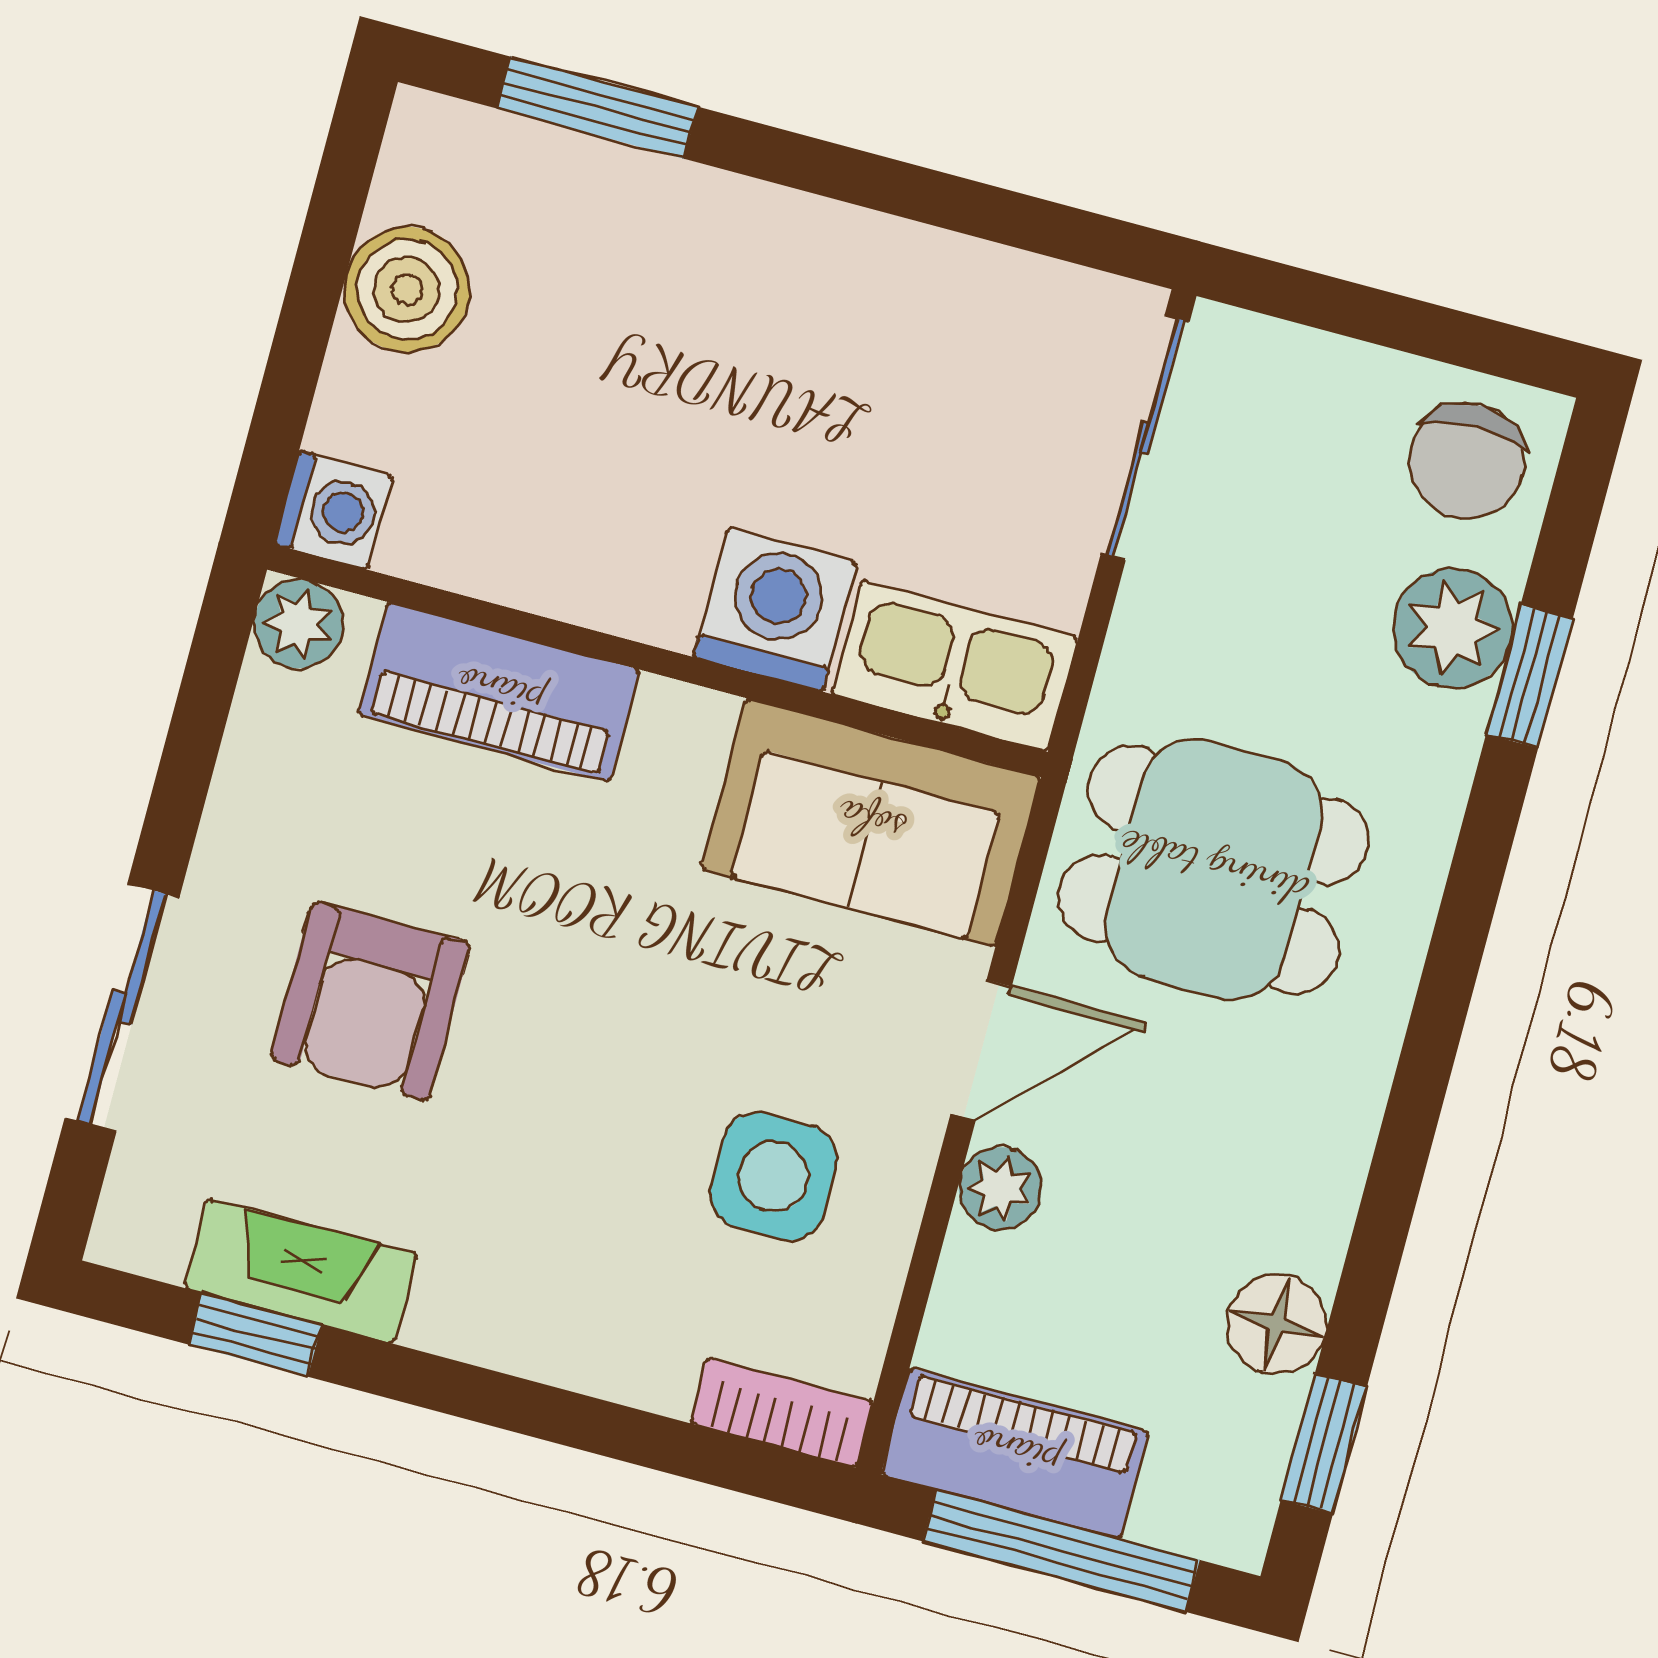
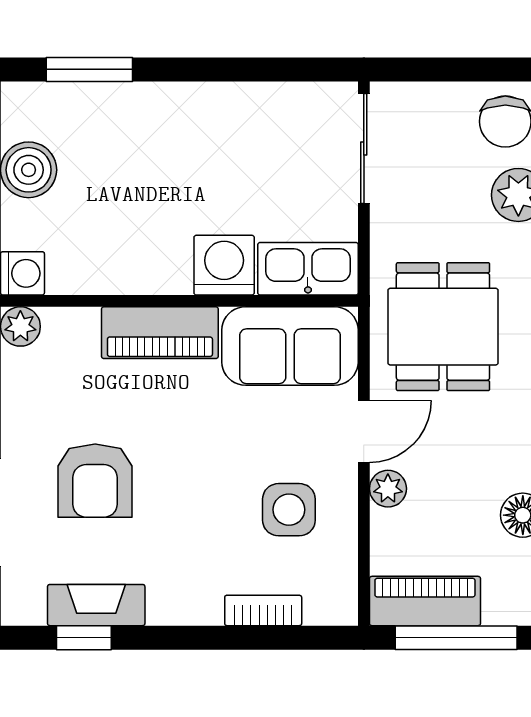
piano: (499, 692) -> (160, 333), moved
dining table: (1213, 869) -> (443, 327), turned 90
bookcase: (782, 1412) -> (263, 610), moved

